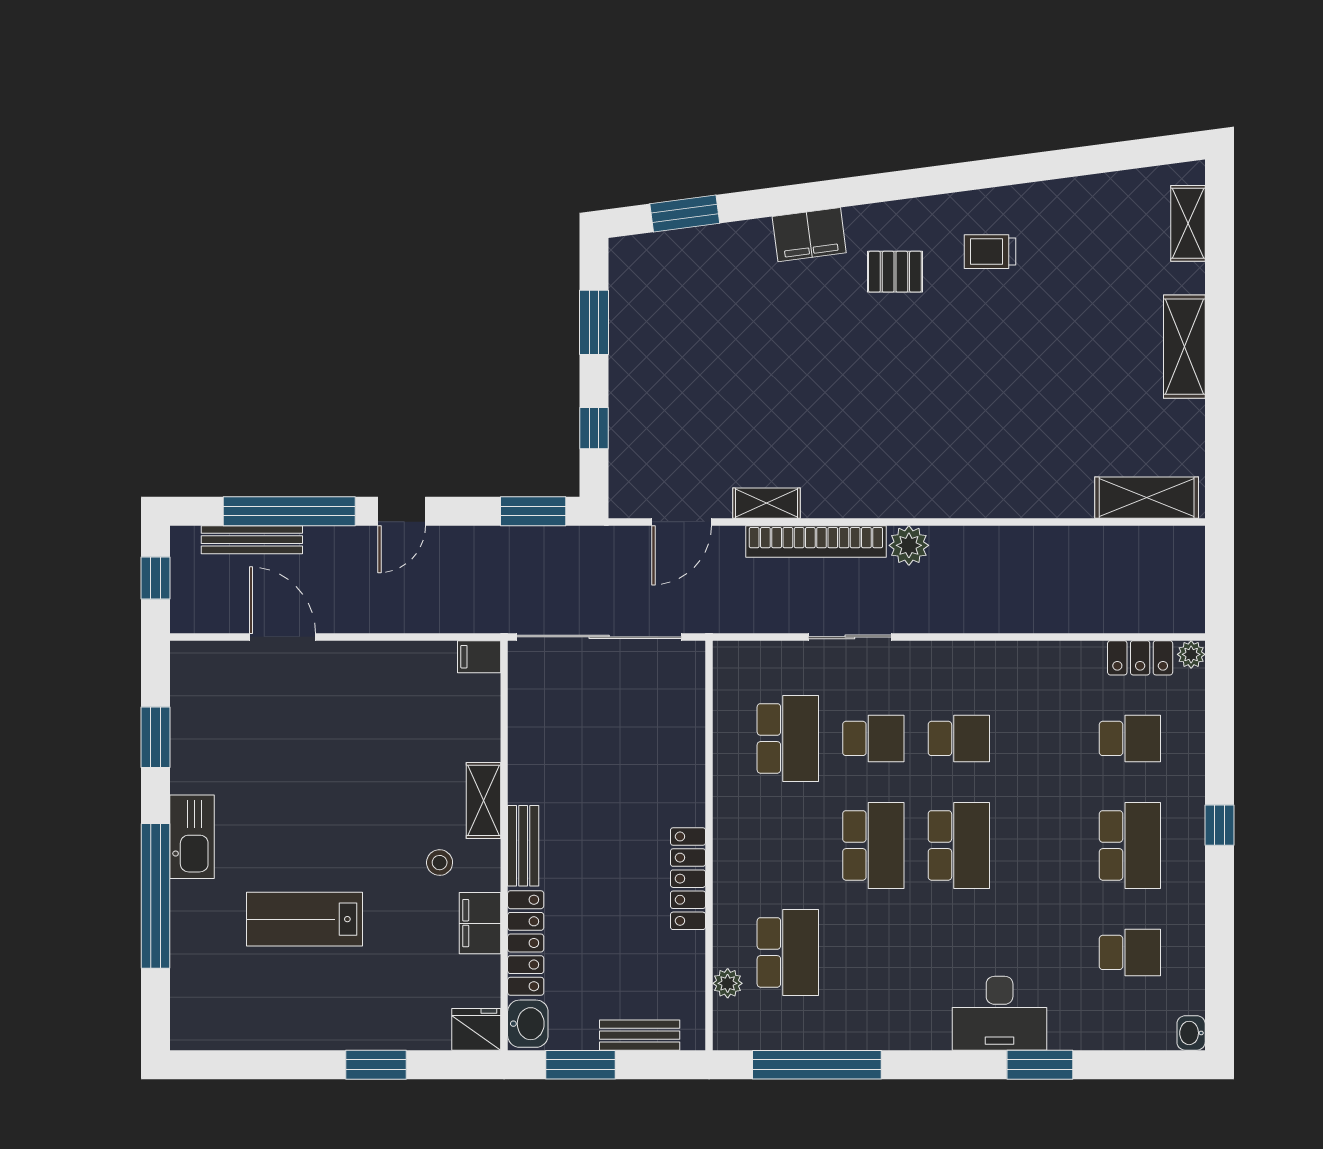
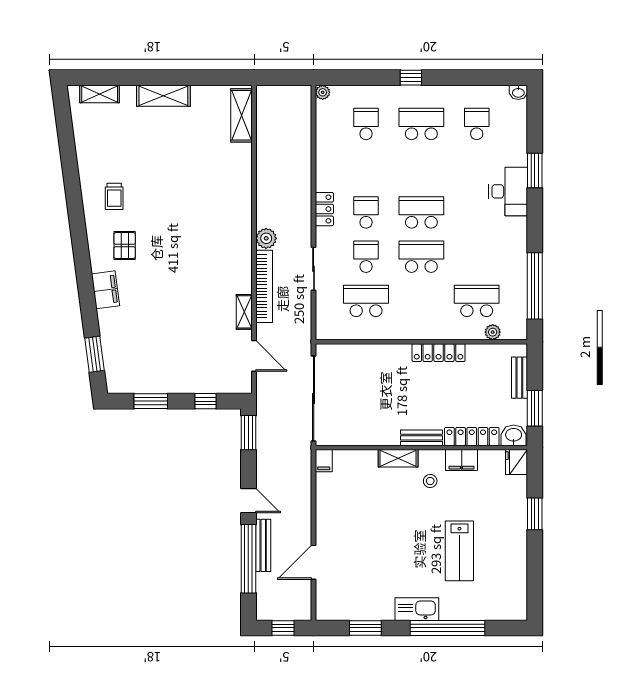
bench: (252, 540) -> (263, 545), moved
locker: (1140, 658) -> (324, 209), moved

